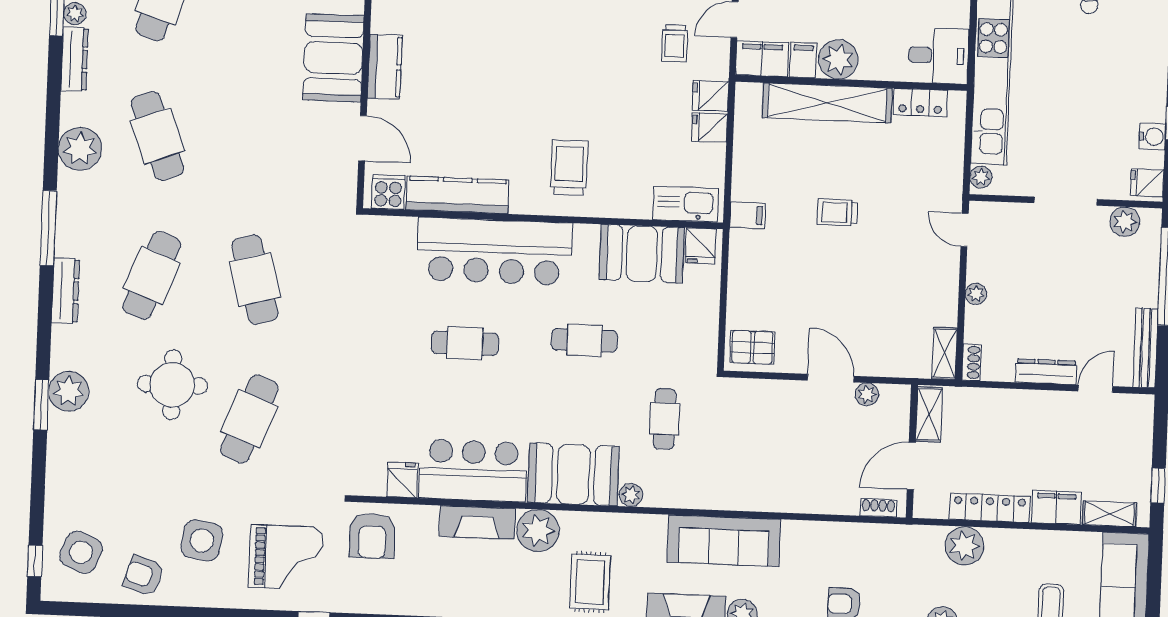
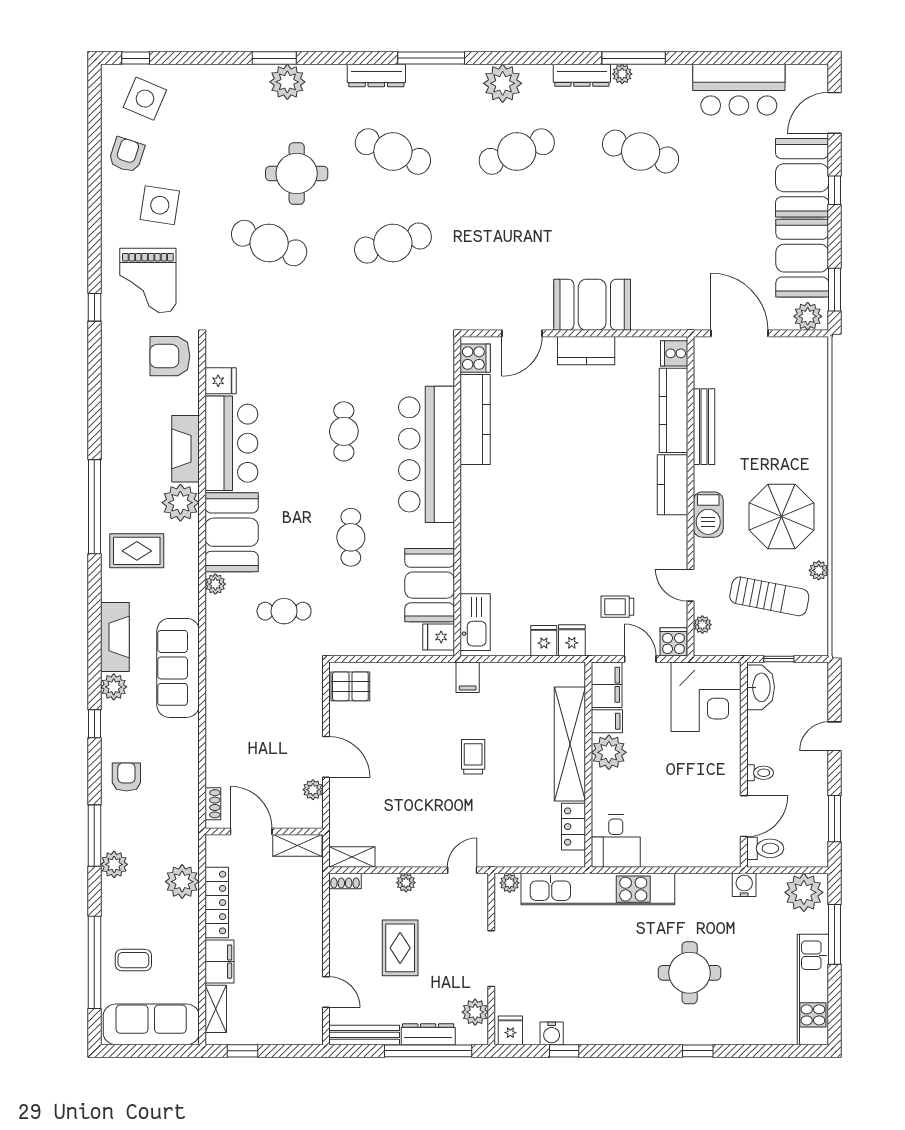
trolley: (569, 168) -> (503, 518), removed
rug: (1049, 303) -> (400, 948), added
pallet: (752, 347) -> (350, 686), turned 90
dresser: (1046, 372) -> (428, 1034), moved, turned -90
door: (831, 378) -> (326, 757), hinge flipped

